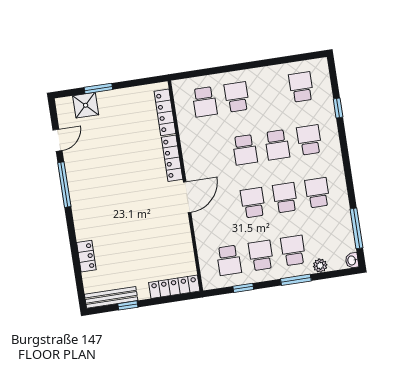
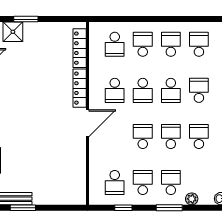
school desk: (269, 92) -> (171, 44), added
school desk: (213, 155) -> (115, 90), added
locker: (174, 287) -> (65, 198), removed
window: (128, 305) -> (23, 208), width x1.50

